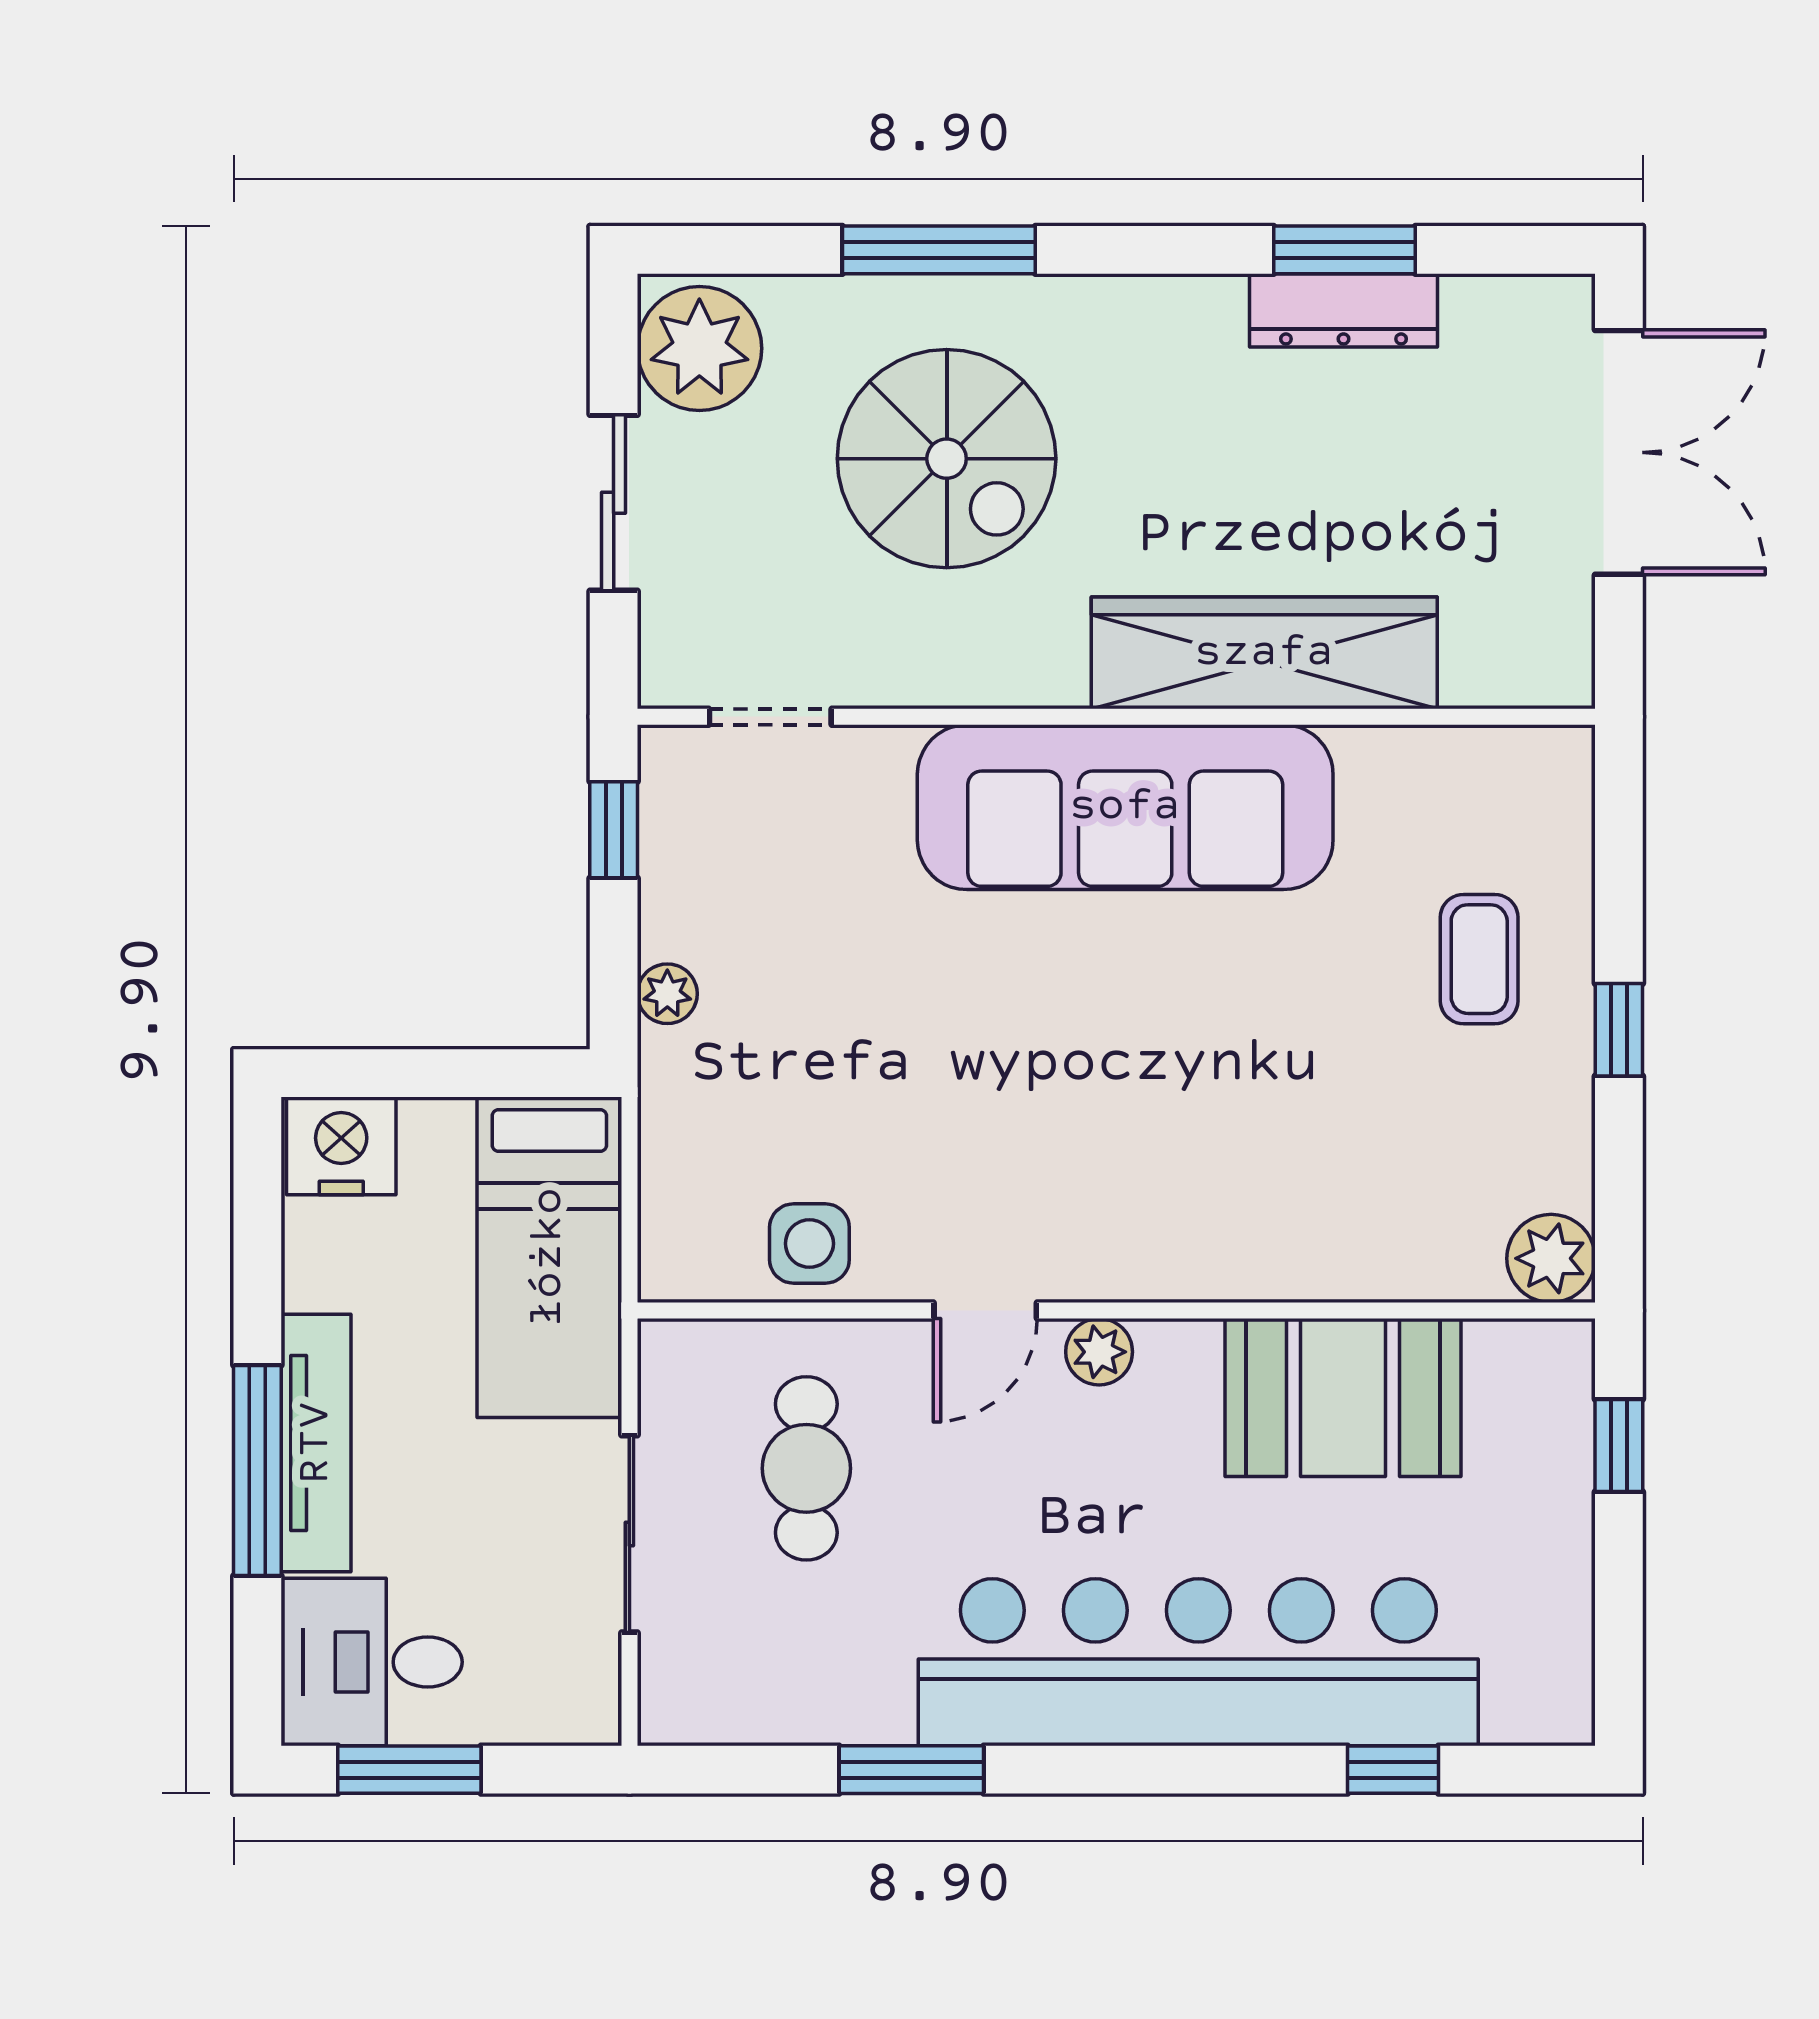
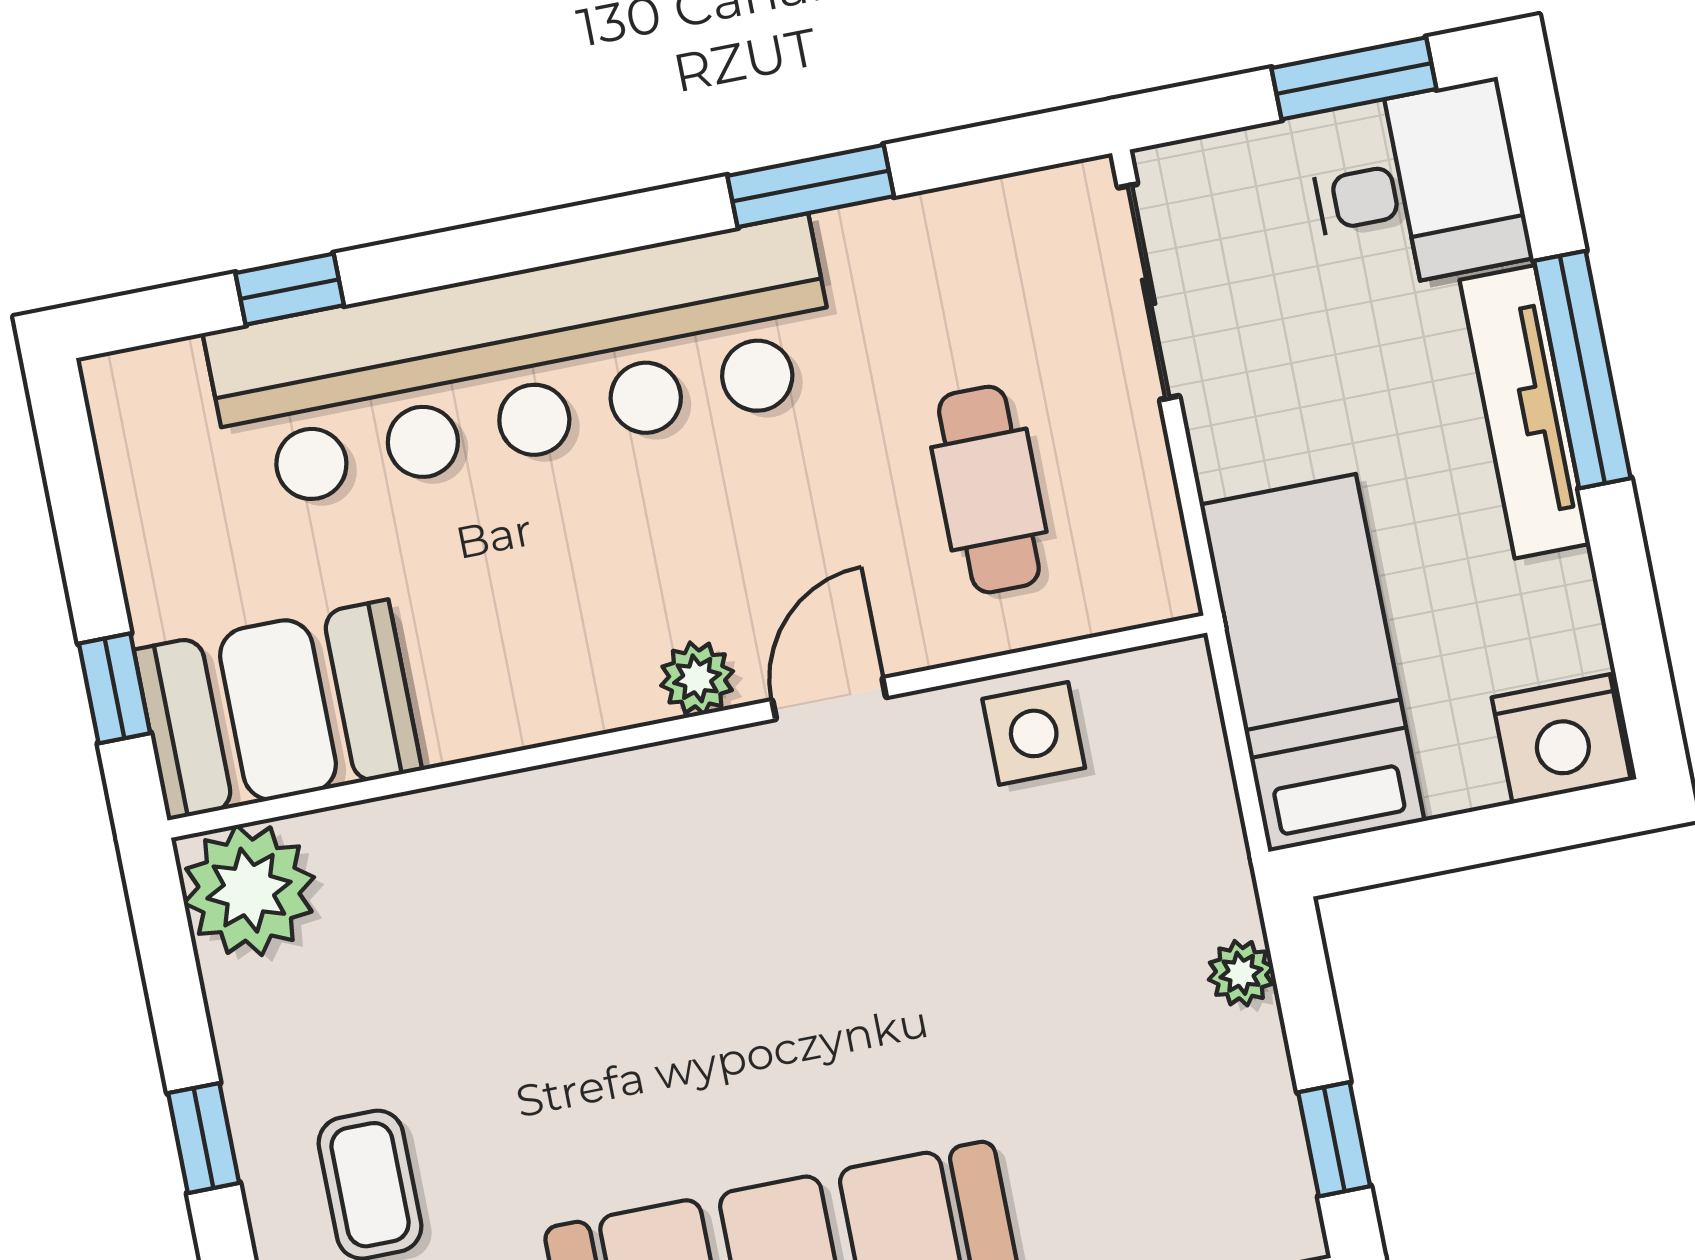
plant: (1551, 1258) -> (249, 890), width x1.36, depth x1.36
booth: (1343, 1397) -> (278, 710), moved
sliding door: (629, 1534) -> (1149, 292), moved

